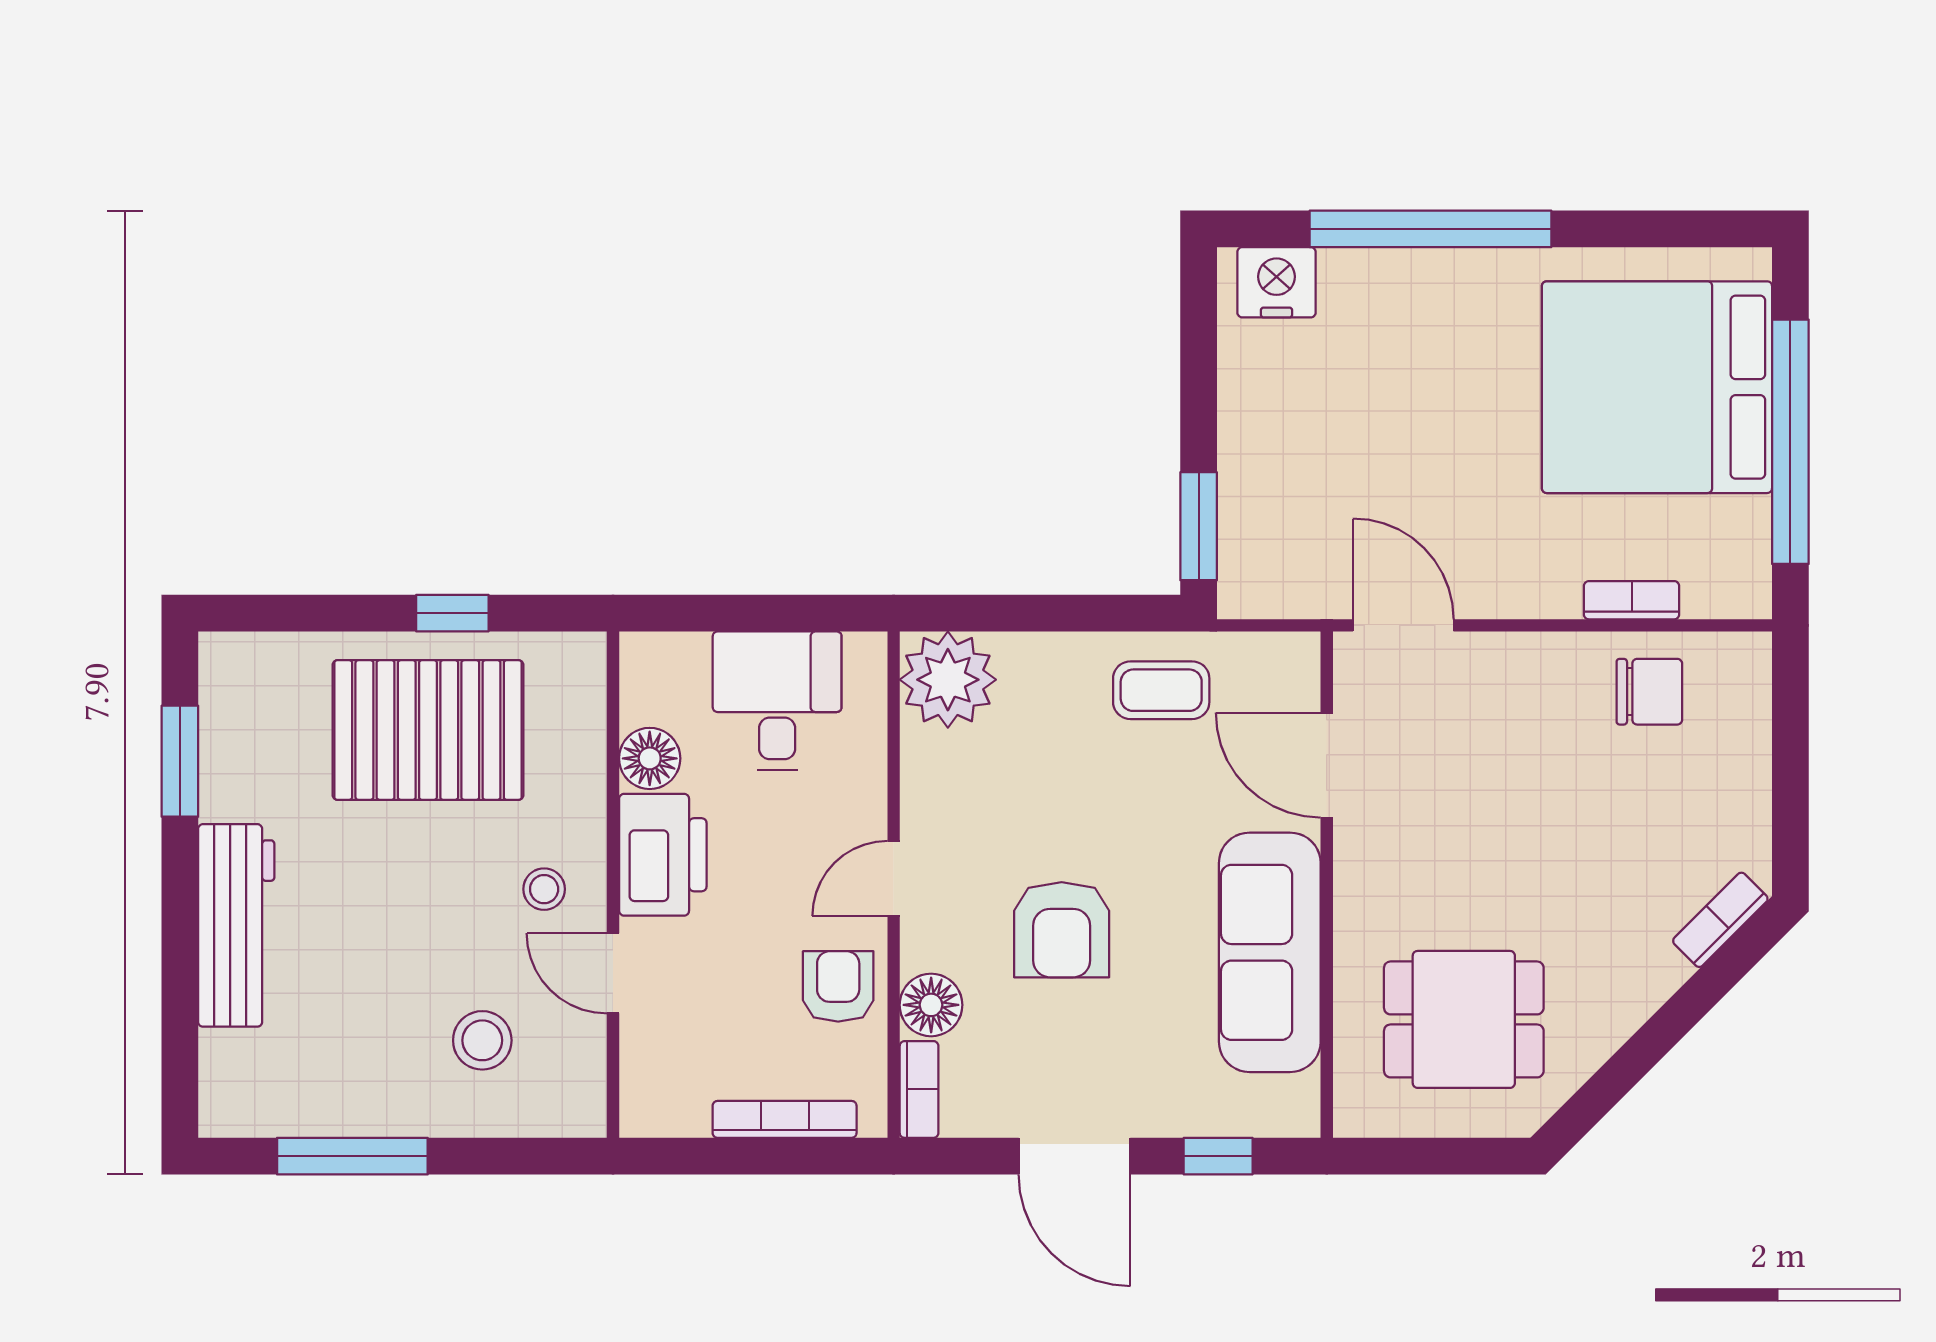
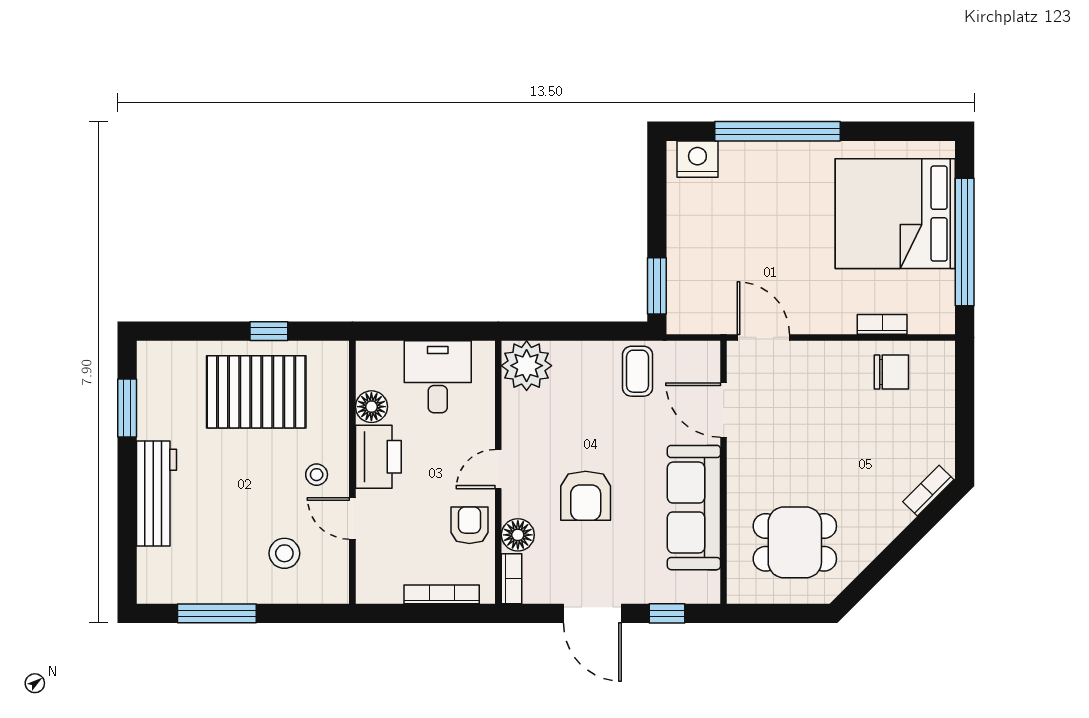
coffee table: (1161, 690) -> (638, 371), turned 90

